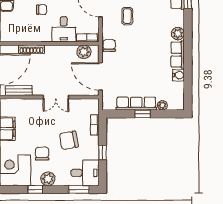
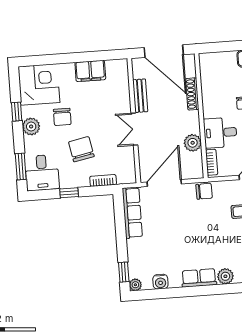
plant: (84, 52) -> (193, 143), moved
water cooler: (178, 75) -> (160, 282), moved
bench: (19, 91) -> (140, 96), moved
row of seats: (136, 104) -> (132, 213), moved
plant: (162, 105) -> (135, 285), moved
window: (143, 114) -> (124, 272), moved
chair: (42, 154) -> (62, 117), turned 90

